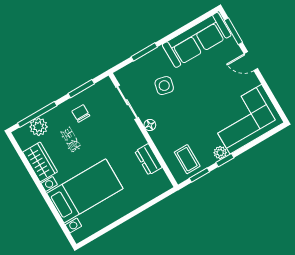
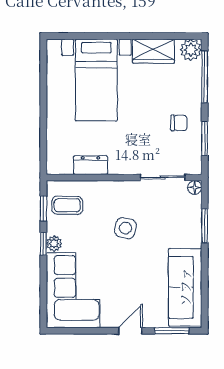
side table: (164, 86) -> (126, 228), moved
floor lamp: (150, 125) -> (195, 187), moved
plant: (39, 127) -> (191, 50), moved

